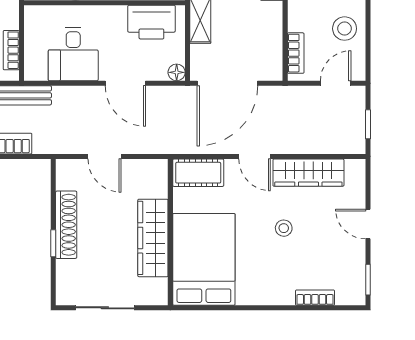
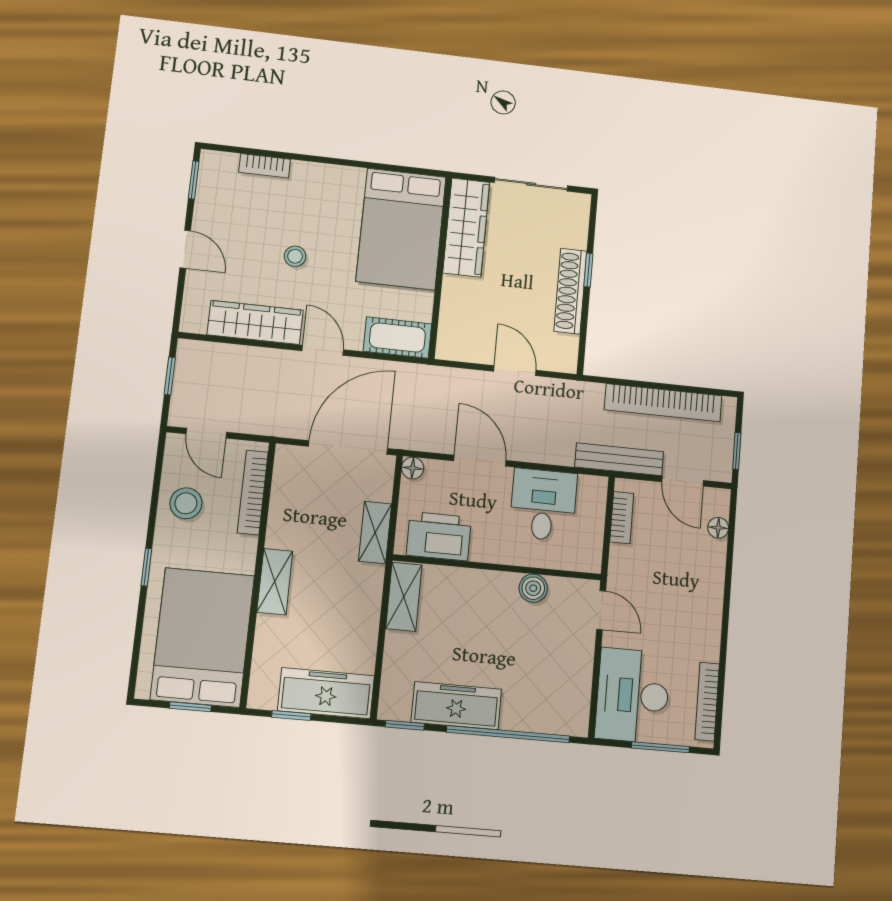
bookcase: (296, 53) -> (253, 492), width x1.56
door: (336, 83) -> (206, 433), hinge flipped
wardrobe: (153, 238) -> (466, 228), moved

